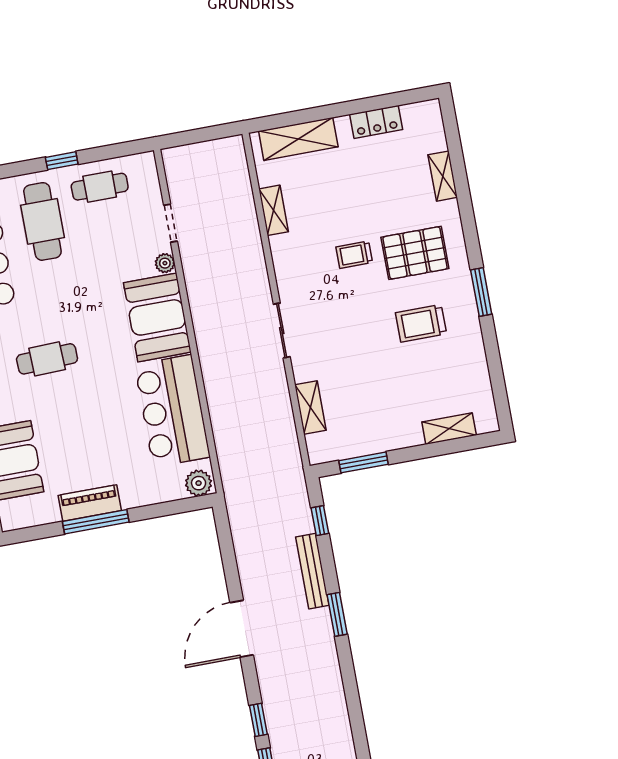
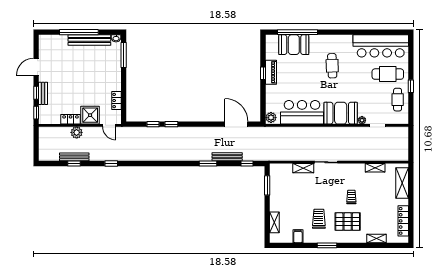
locker: (376, 122) -> (403, 221), width x1.53
pallet: (415, 253) -> (348, 222), turned 90
filing cabinet: (472, 366) -> (298, 236), added
shelving: (310, 408) -> (303, 168), moved
window: (96, 522) -> (263, 73), width x0.46
door: (242, 629) -> (236, 124), moved

